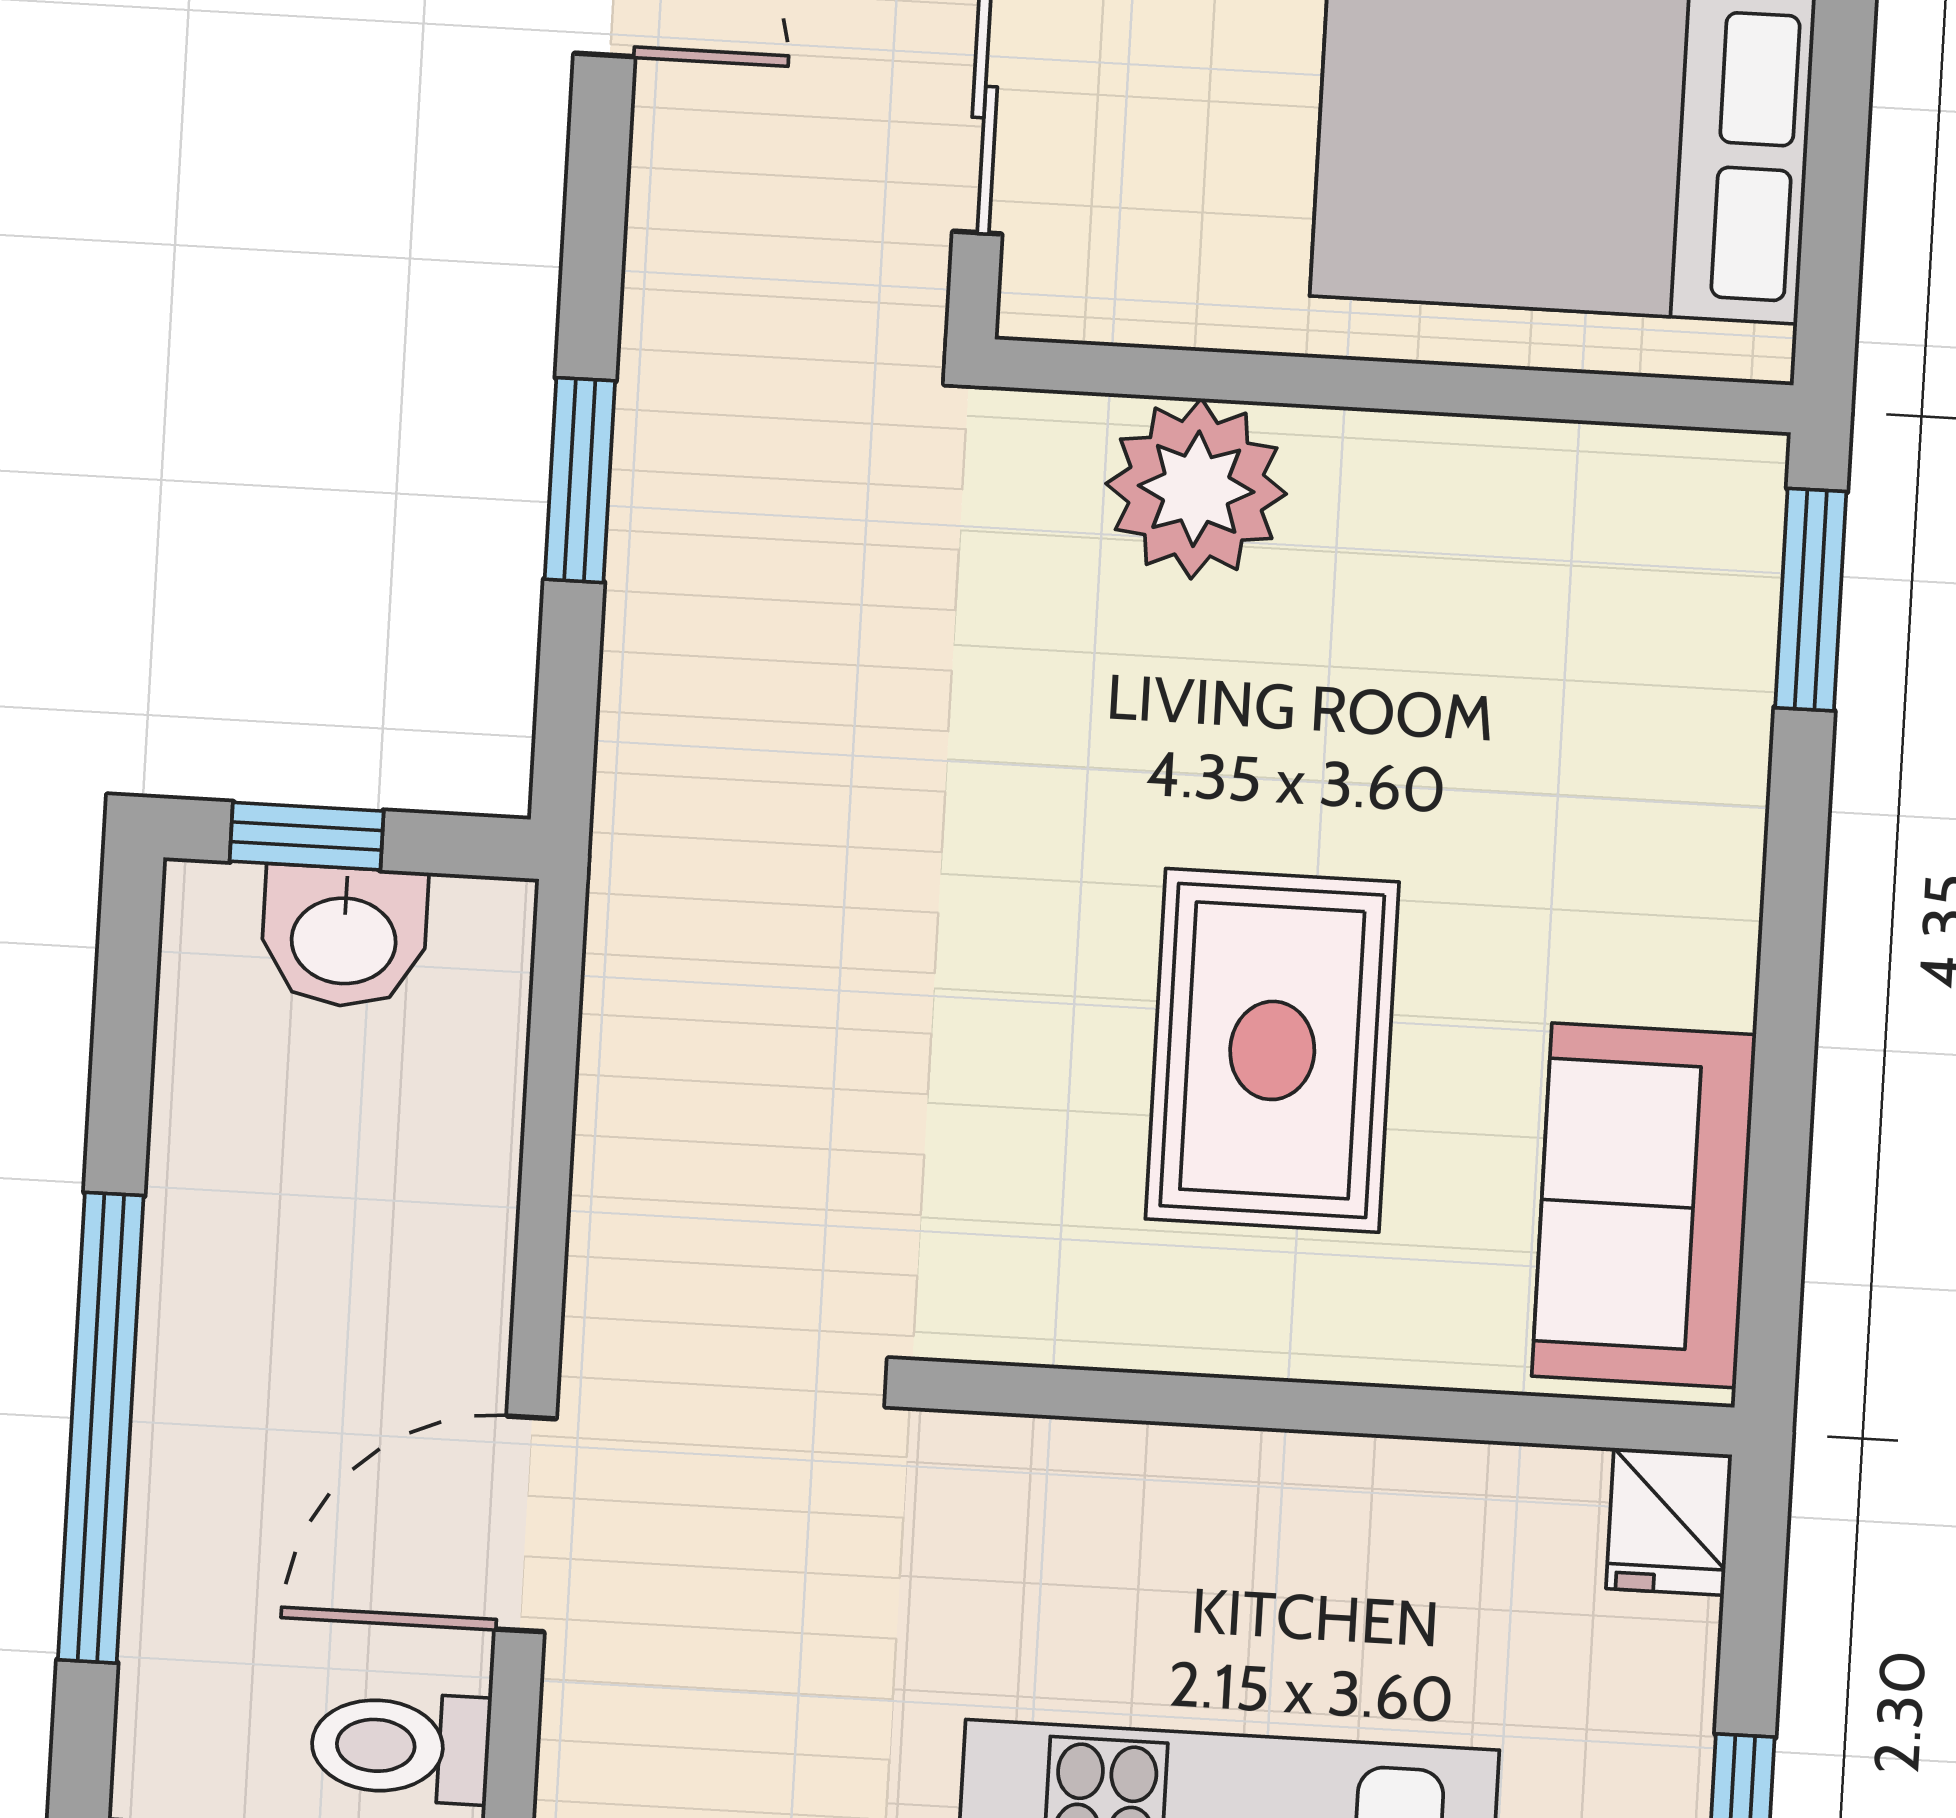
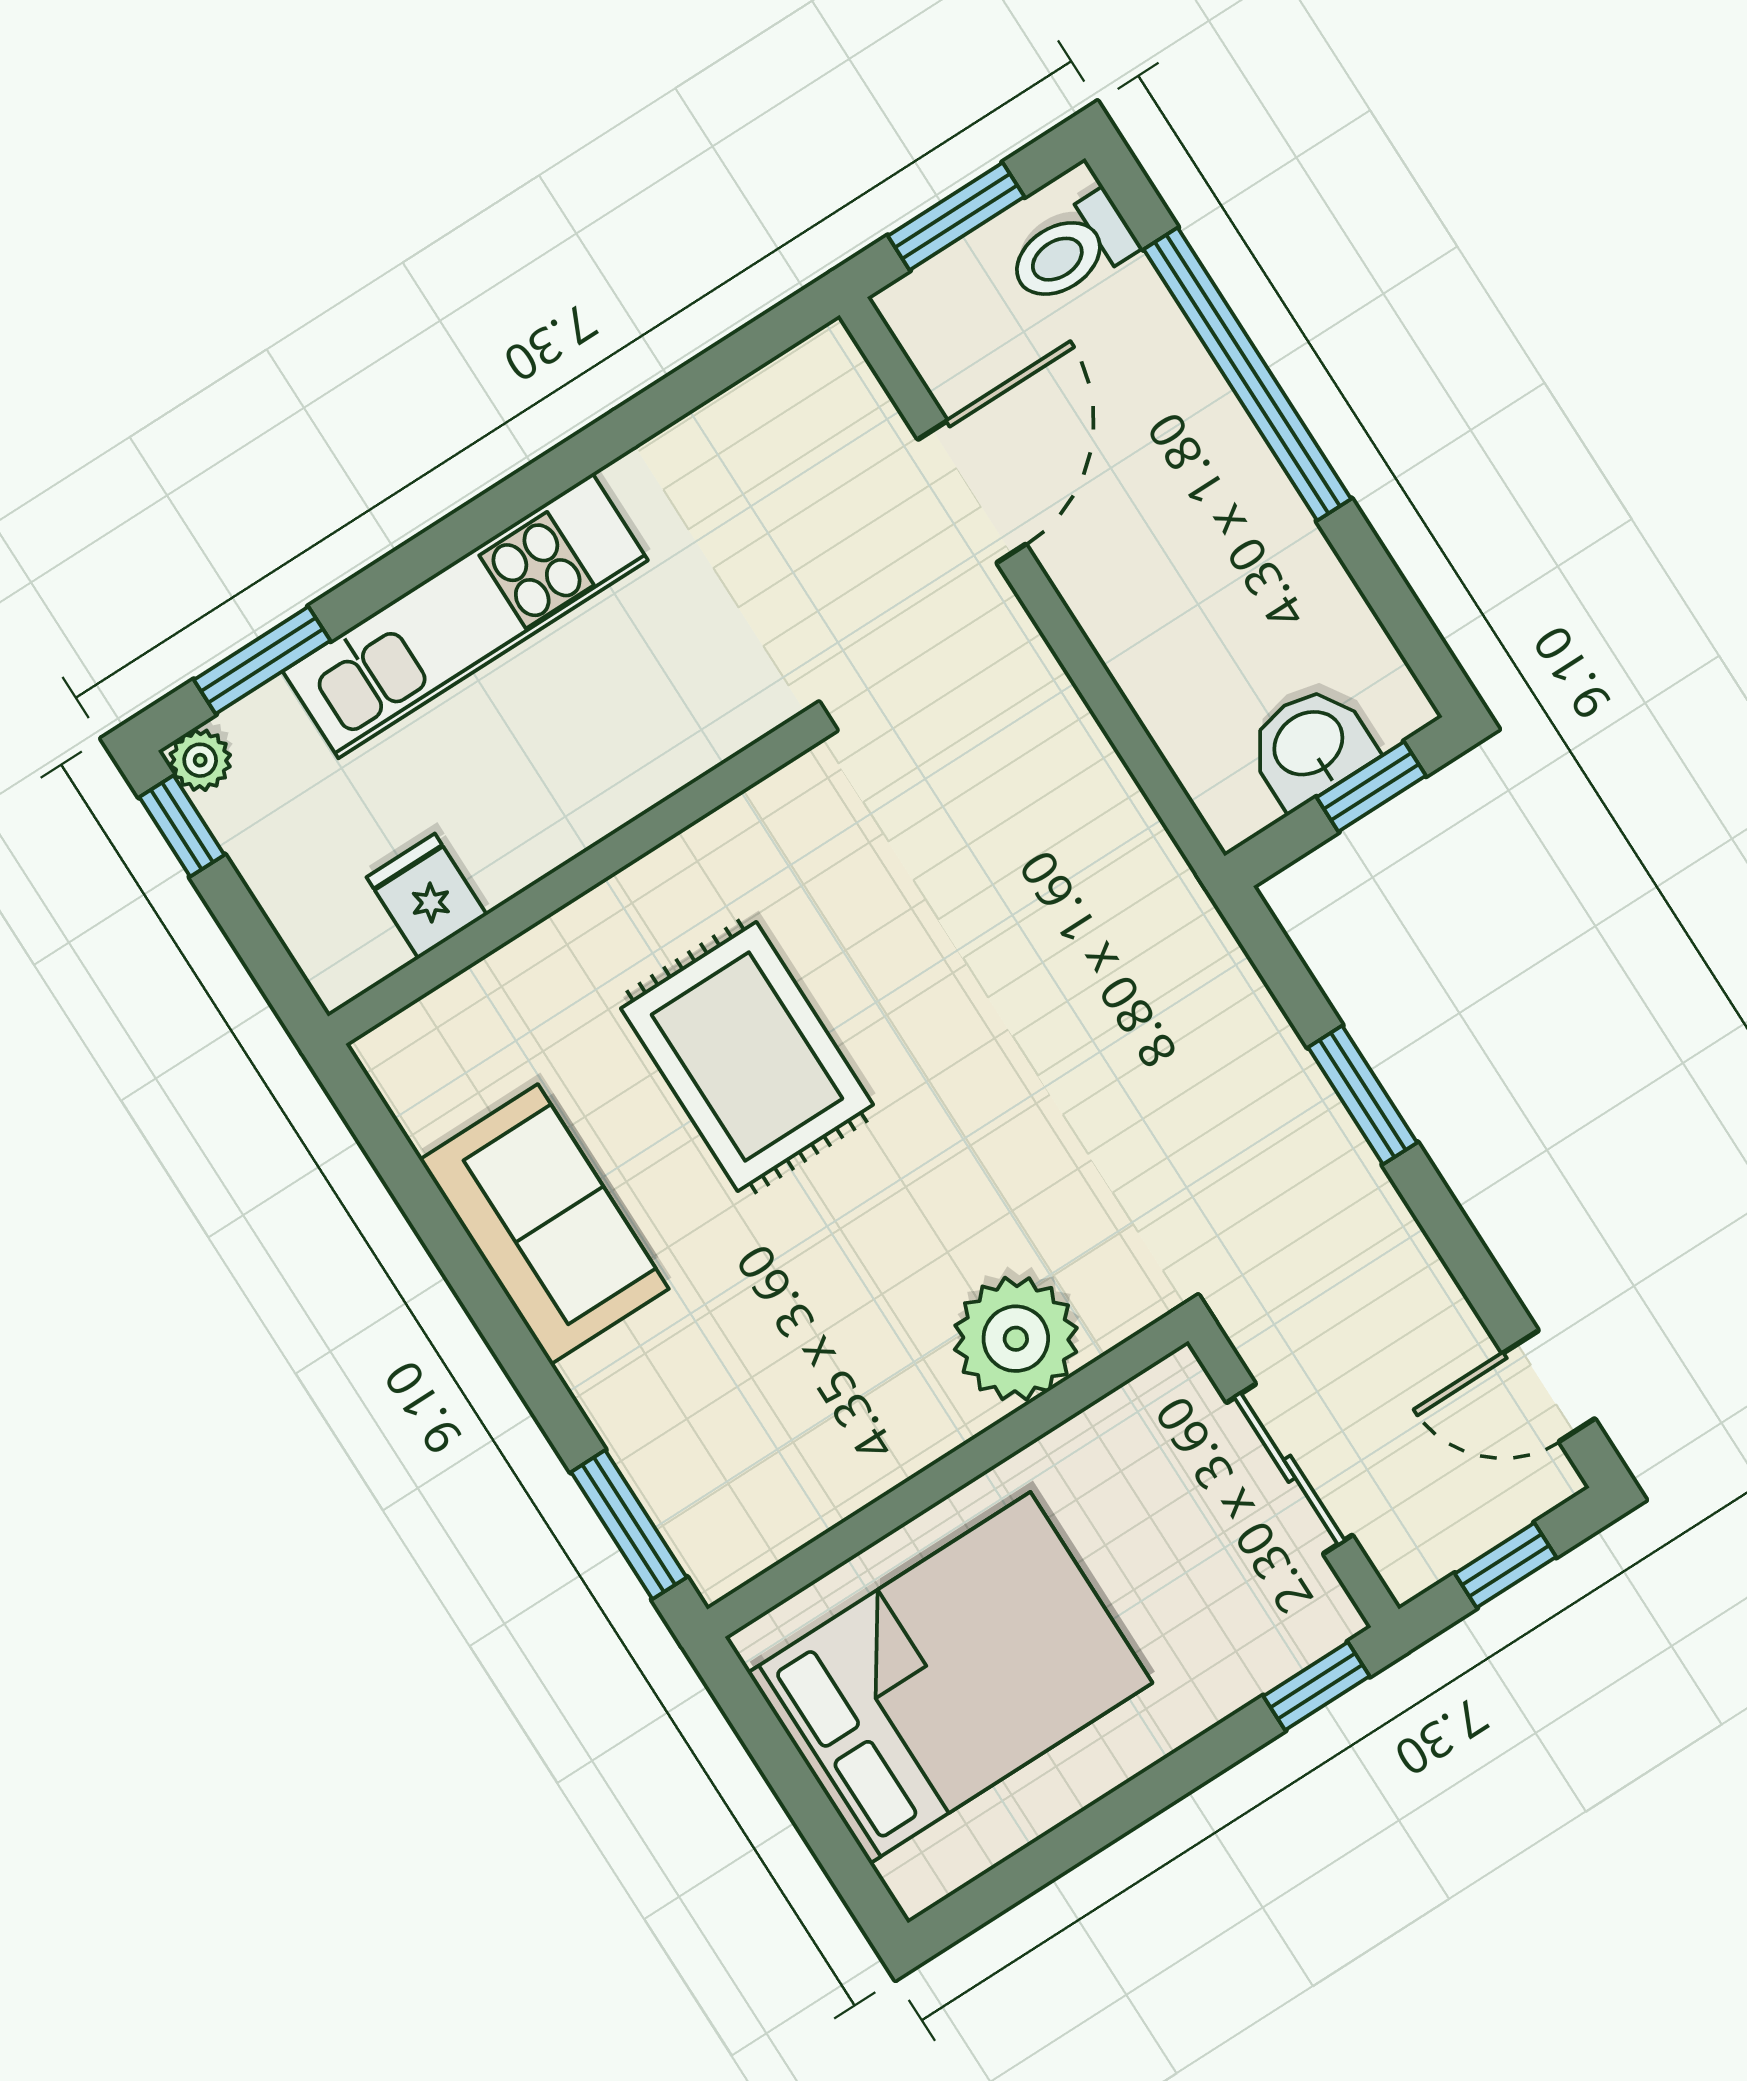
sofa: (1644, 1205) -> (544, 1224), moved
fridge: (1669, 1522) -> (427, 896), moved
toilet: (400, 1747) -> (1072, 250), moved, turned 180

